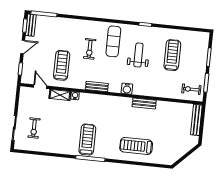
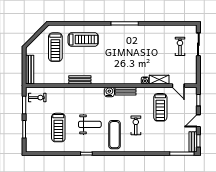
weight bench: (138, 55) -> (90, 124), turned -90
water cooler: (127, 89) -> (109, 92), moved
treadmill: (87, 140) -> (55, 47), moved

